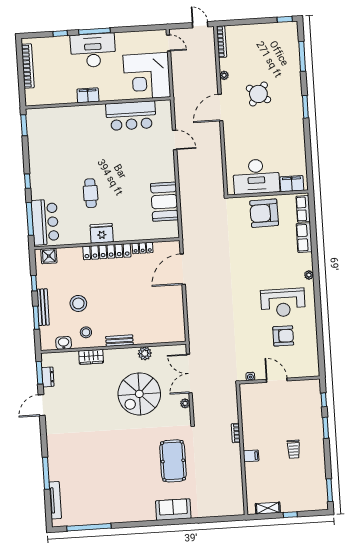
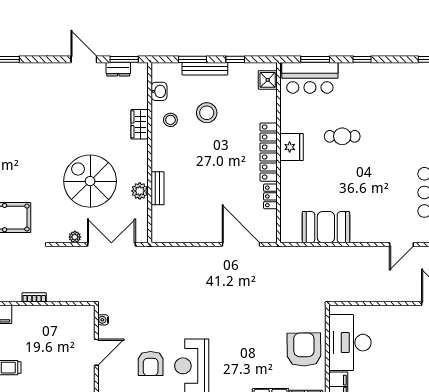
window: (30, 219) -> (315, 59), width x0.69
bench: (119, 341) -> (158, 188), moved

